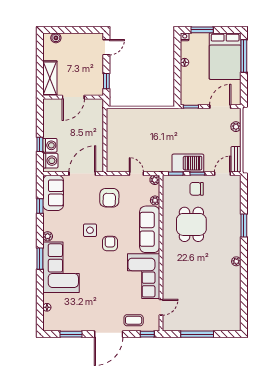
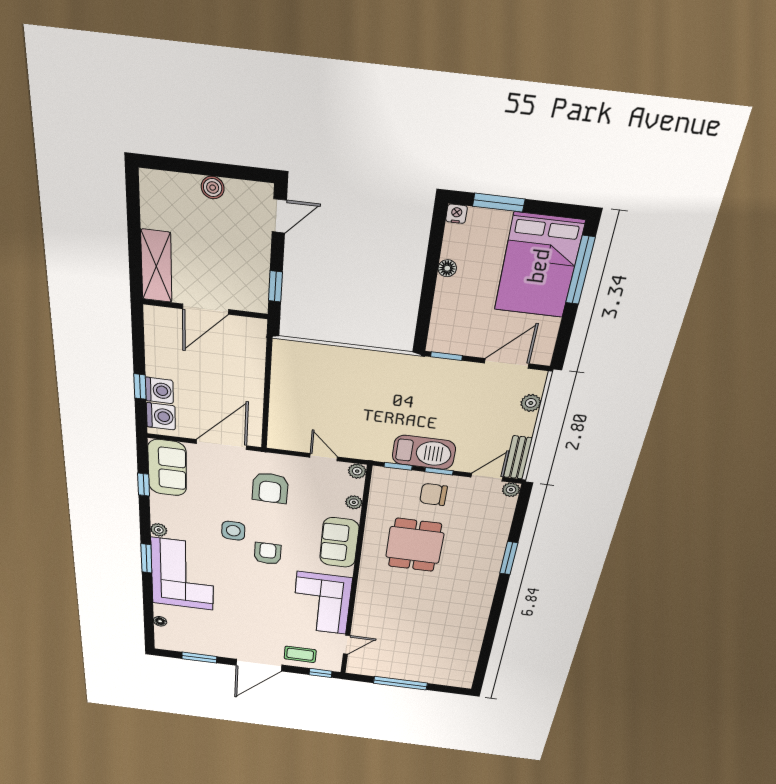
boiler: (56, 38) -> (213, 188), moved
sofa: (150, 229) -> (339, 543), width x0.73
plant: (236, 261) -> (511, 490), moved

